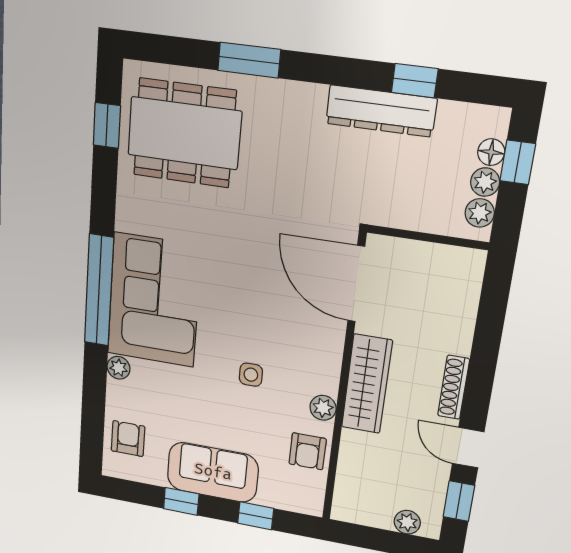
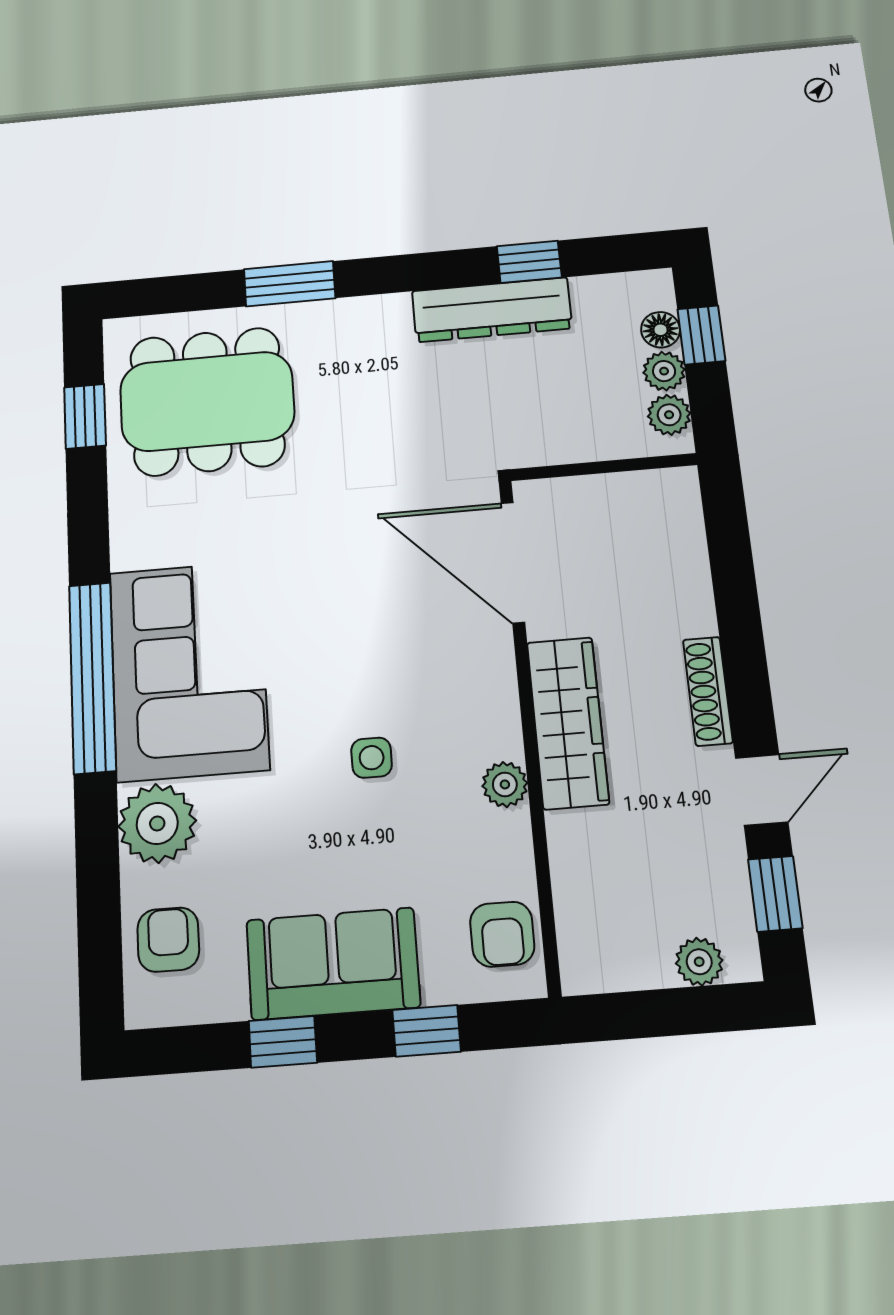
plant: (119, 368) -> (157, 823), width x1.88, depth x1.88
door: (468, 448) -> (762, 790), swing flipped
armchair: (308, 451) -> (502, 934), moved

